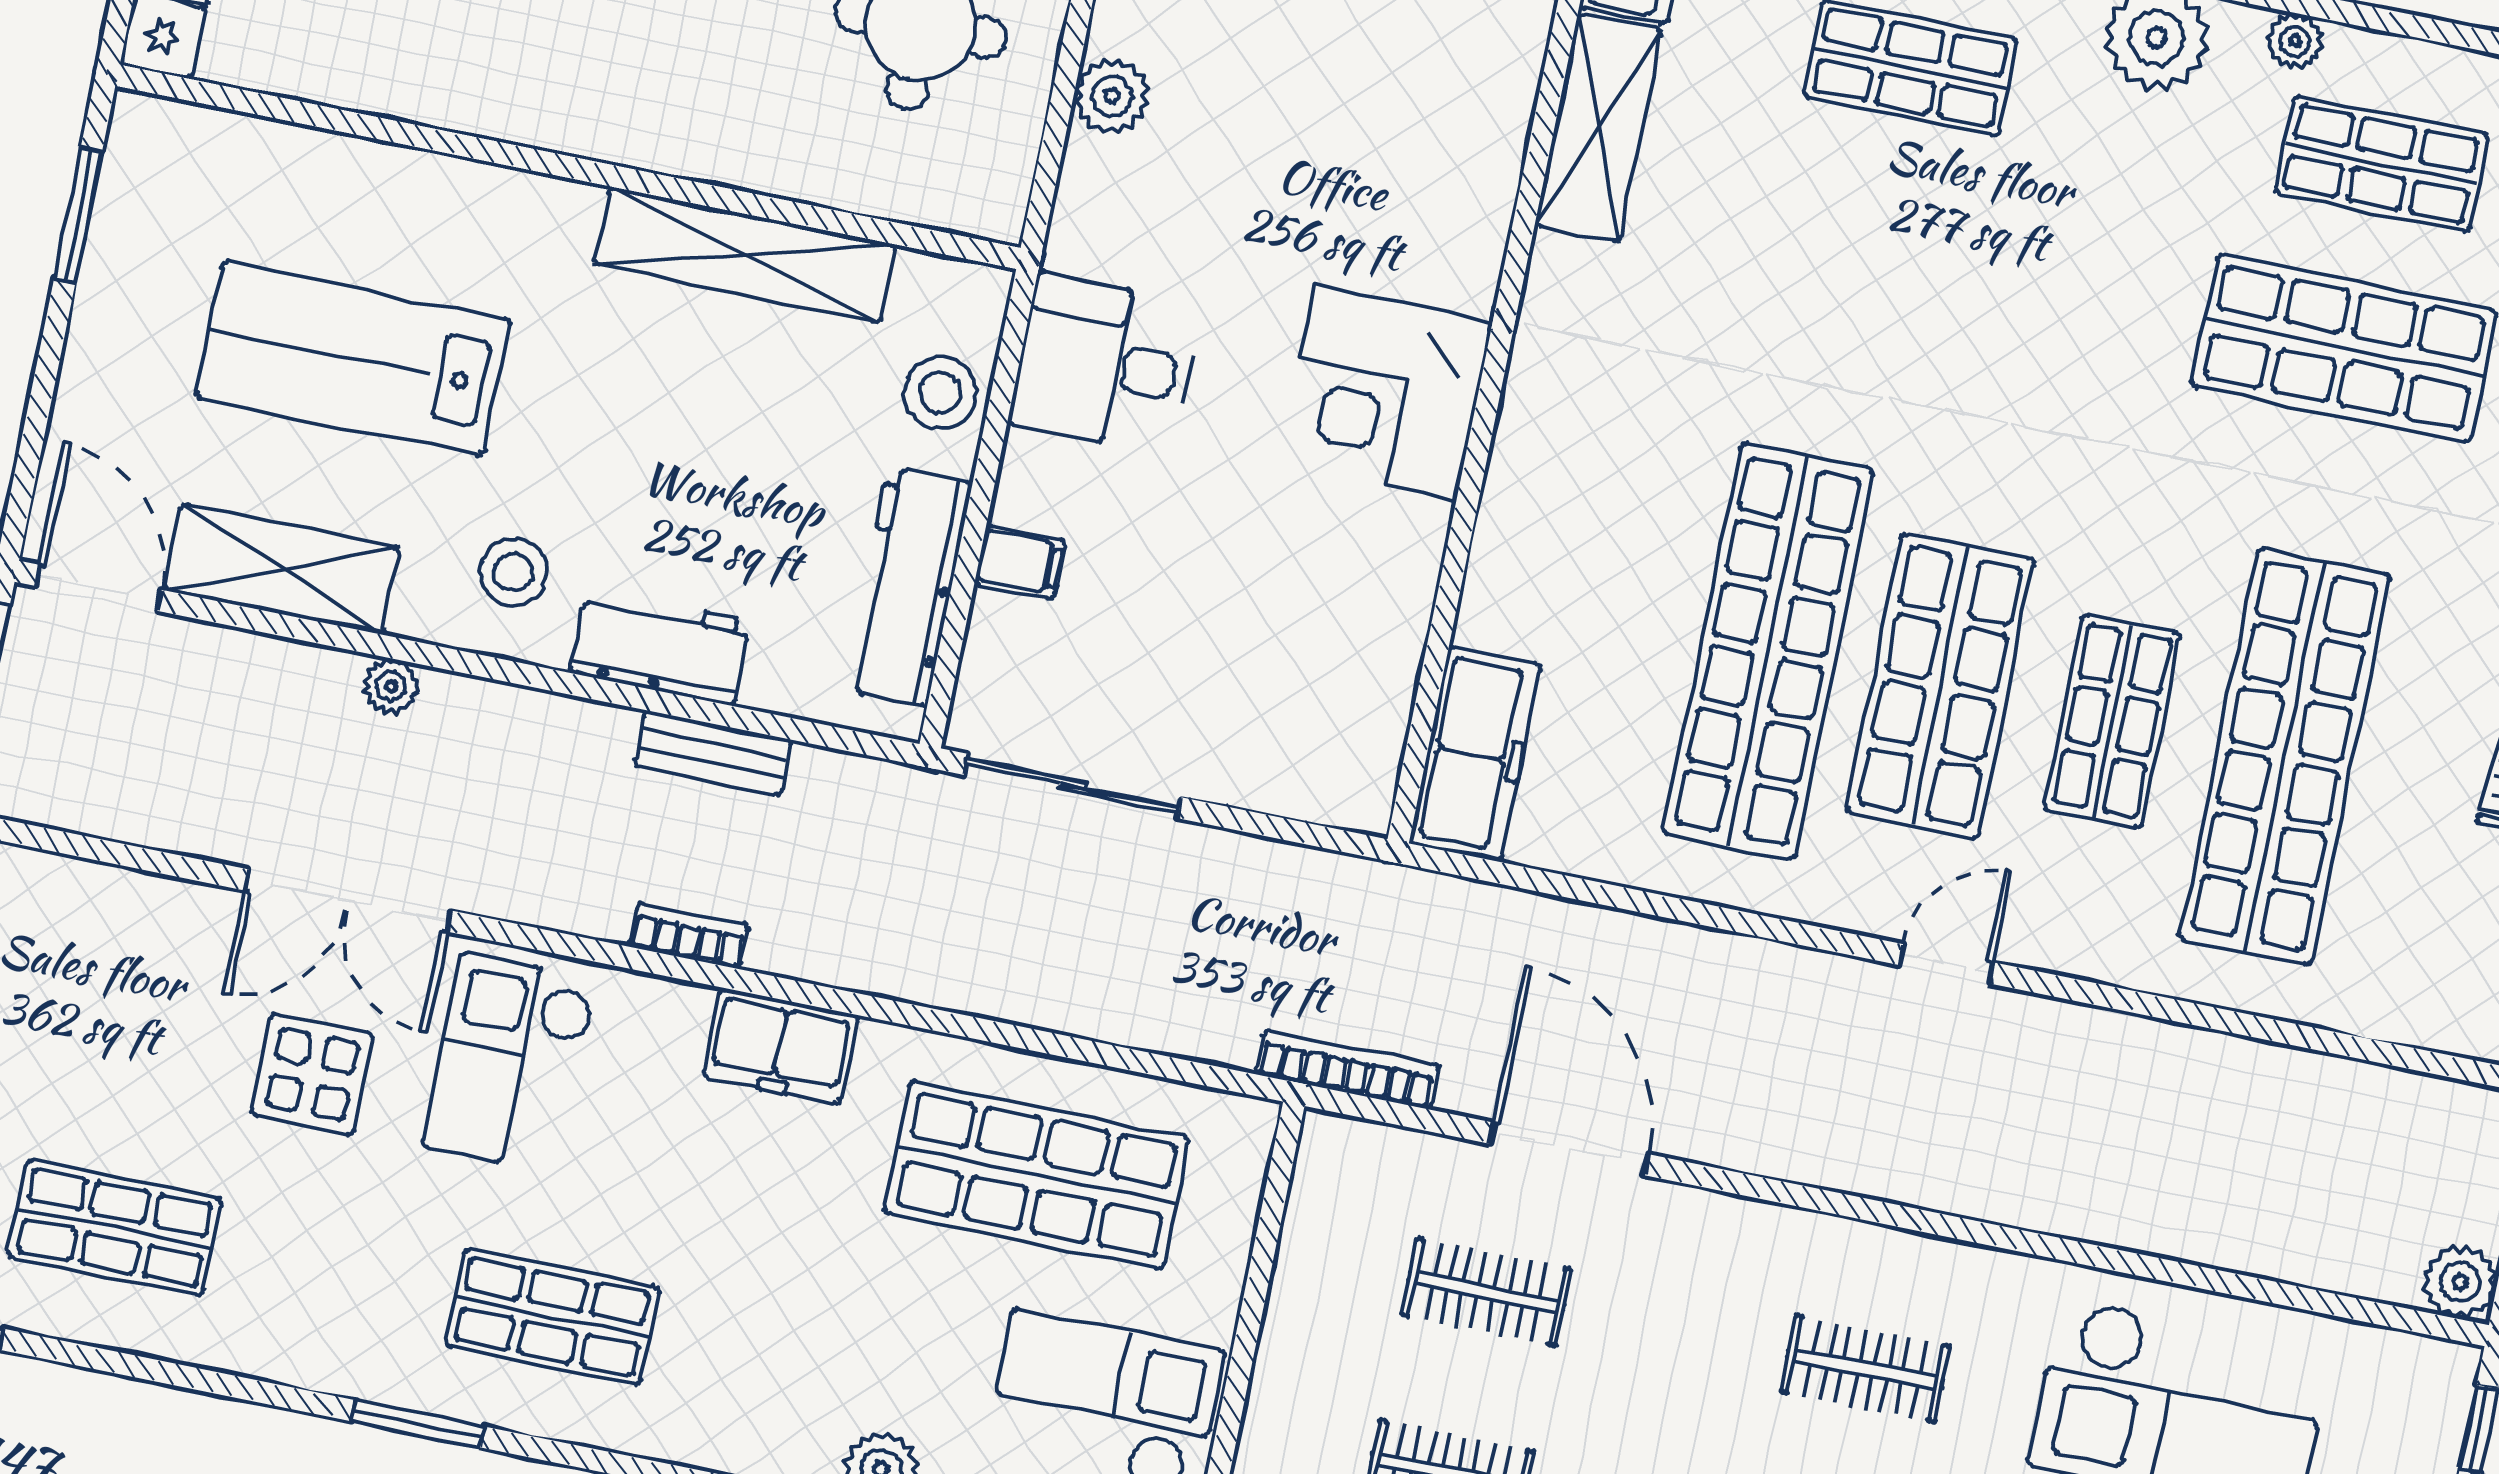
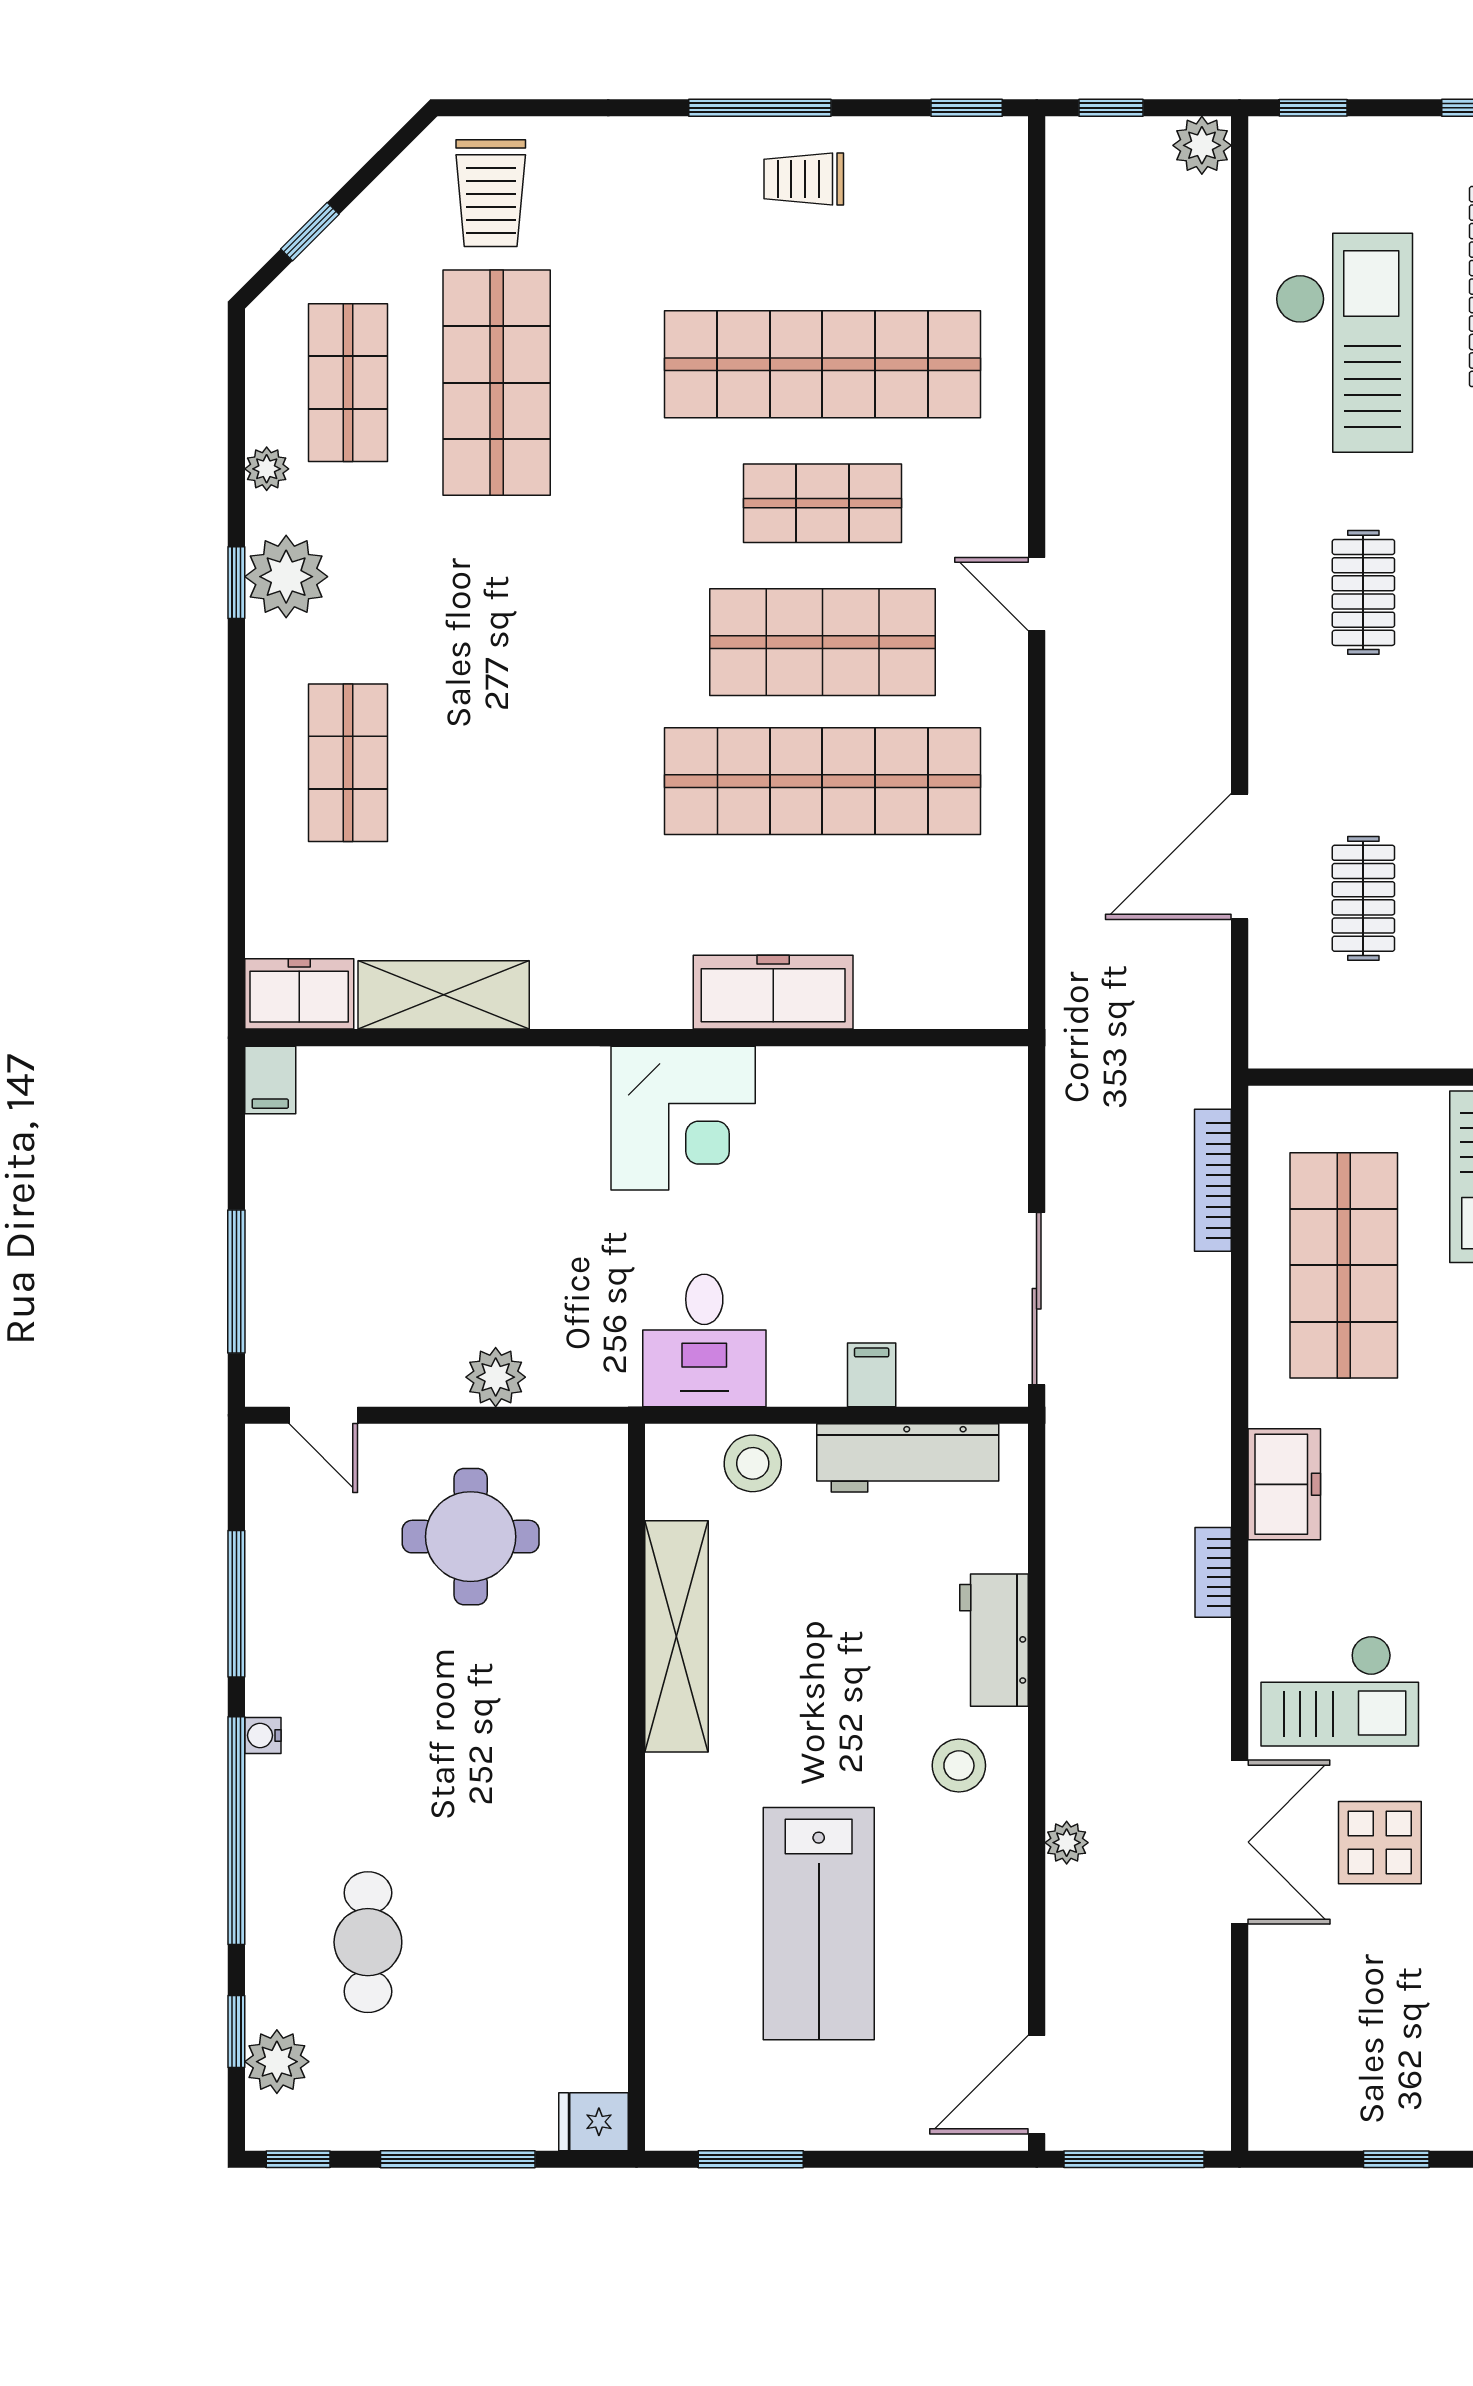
shelving: (282, 569) -> (993, 1945), removed
bench: (713, 753) -> (1068, 1583), removed
freezer: (1475, 754) -> (773, 992), moved
bookcase: (1347, 1069) -> (1213, 1180), moved

